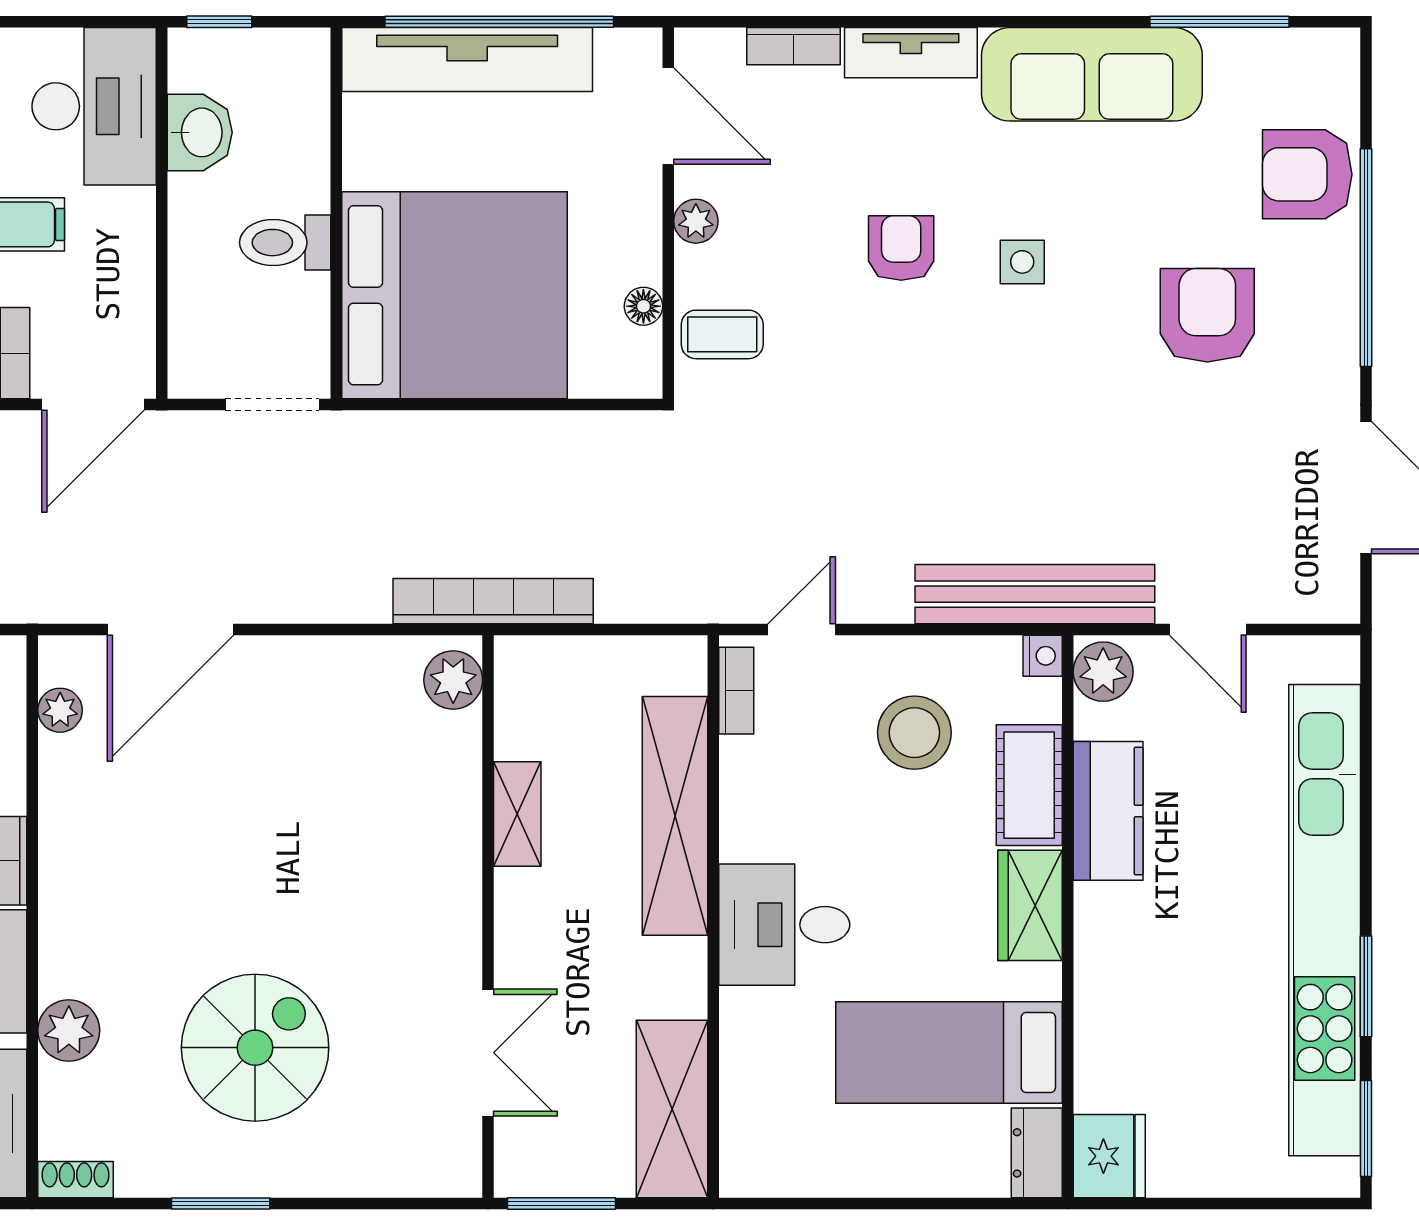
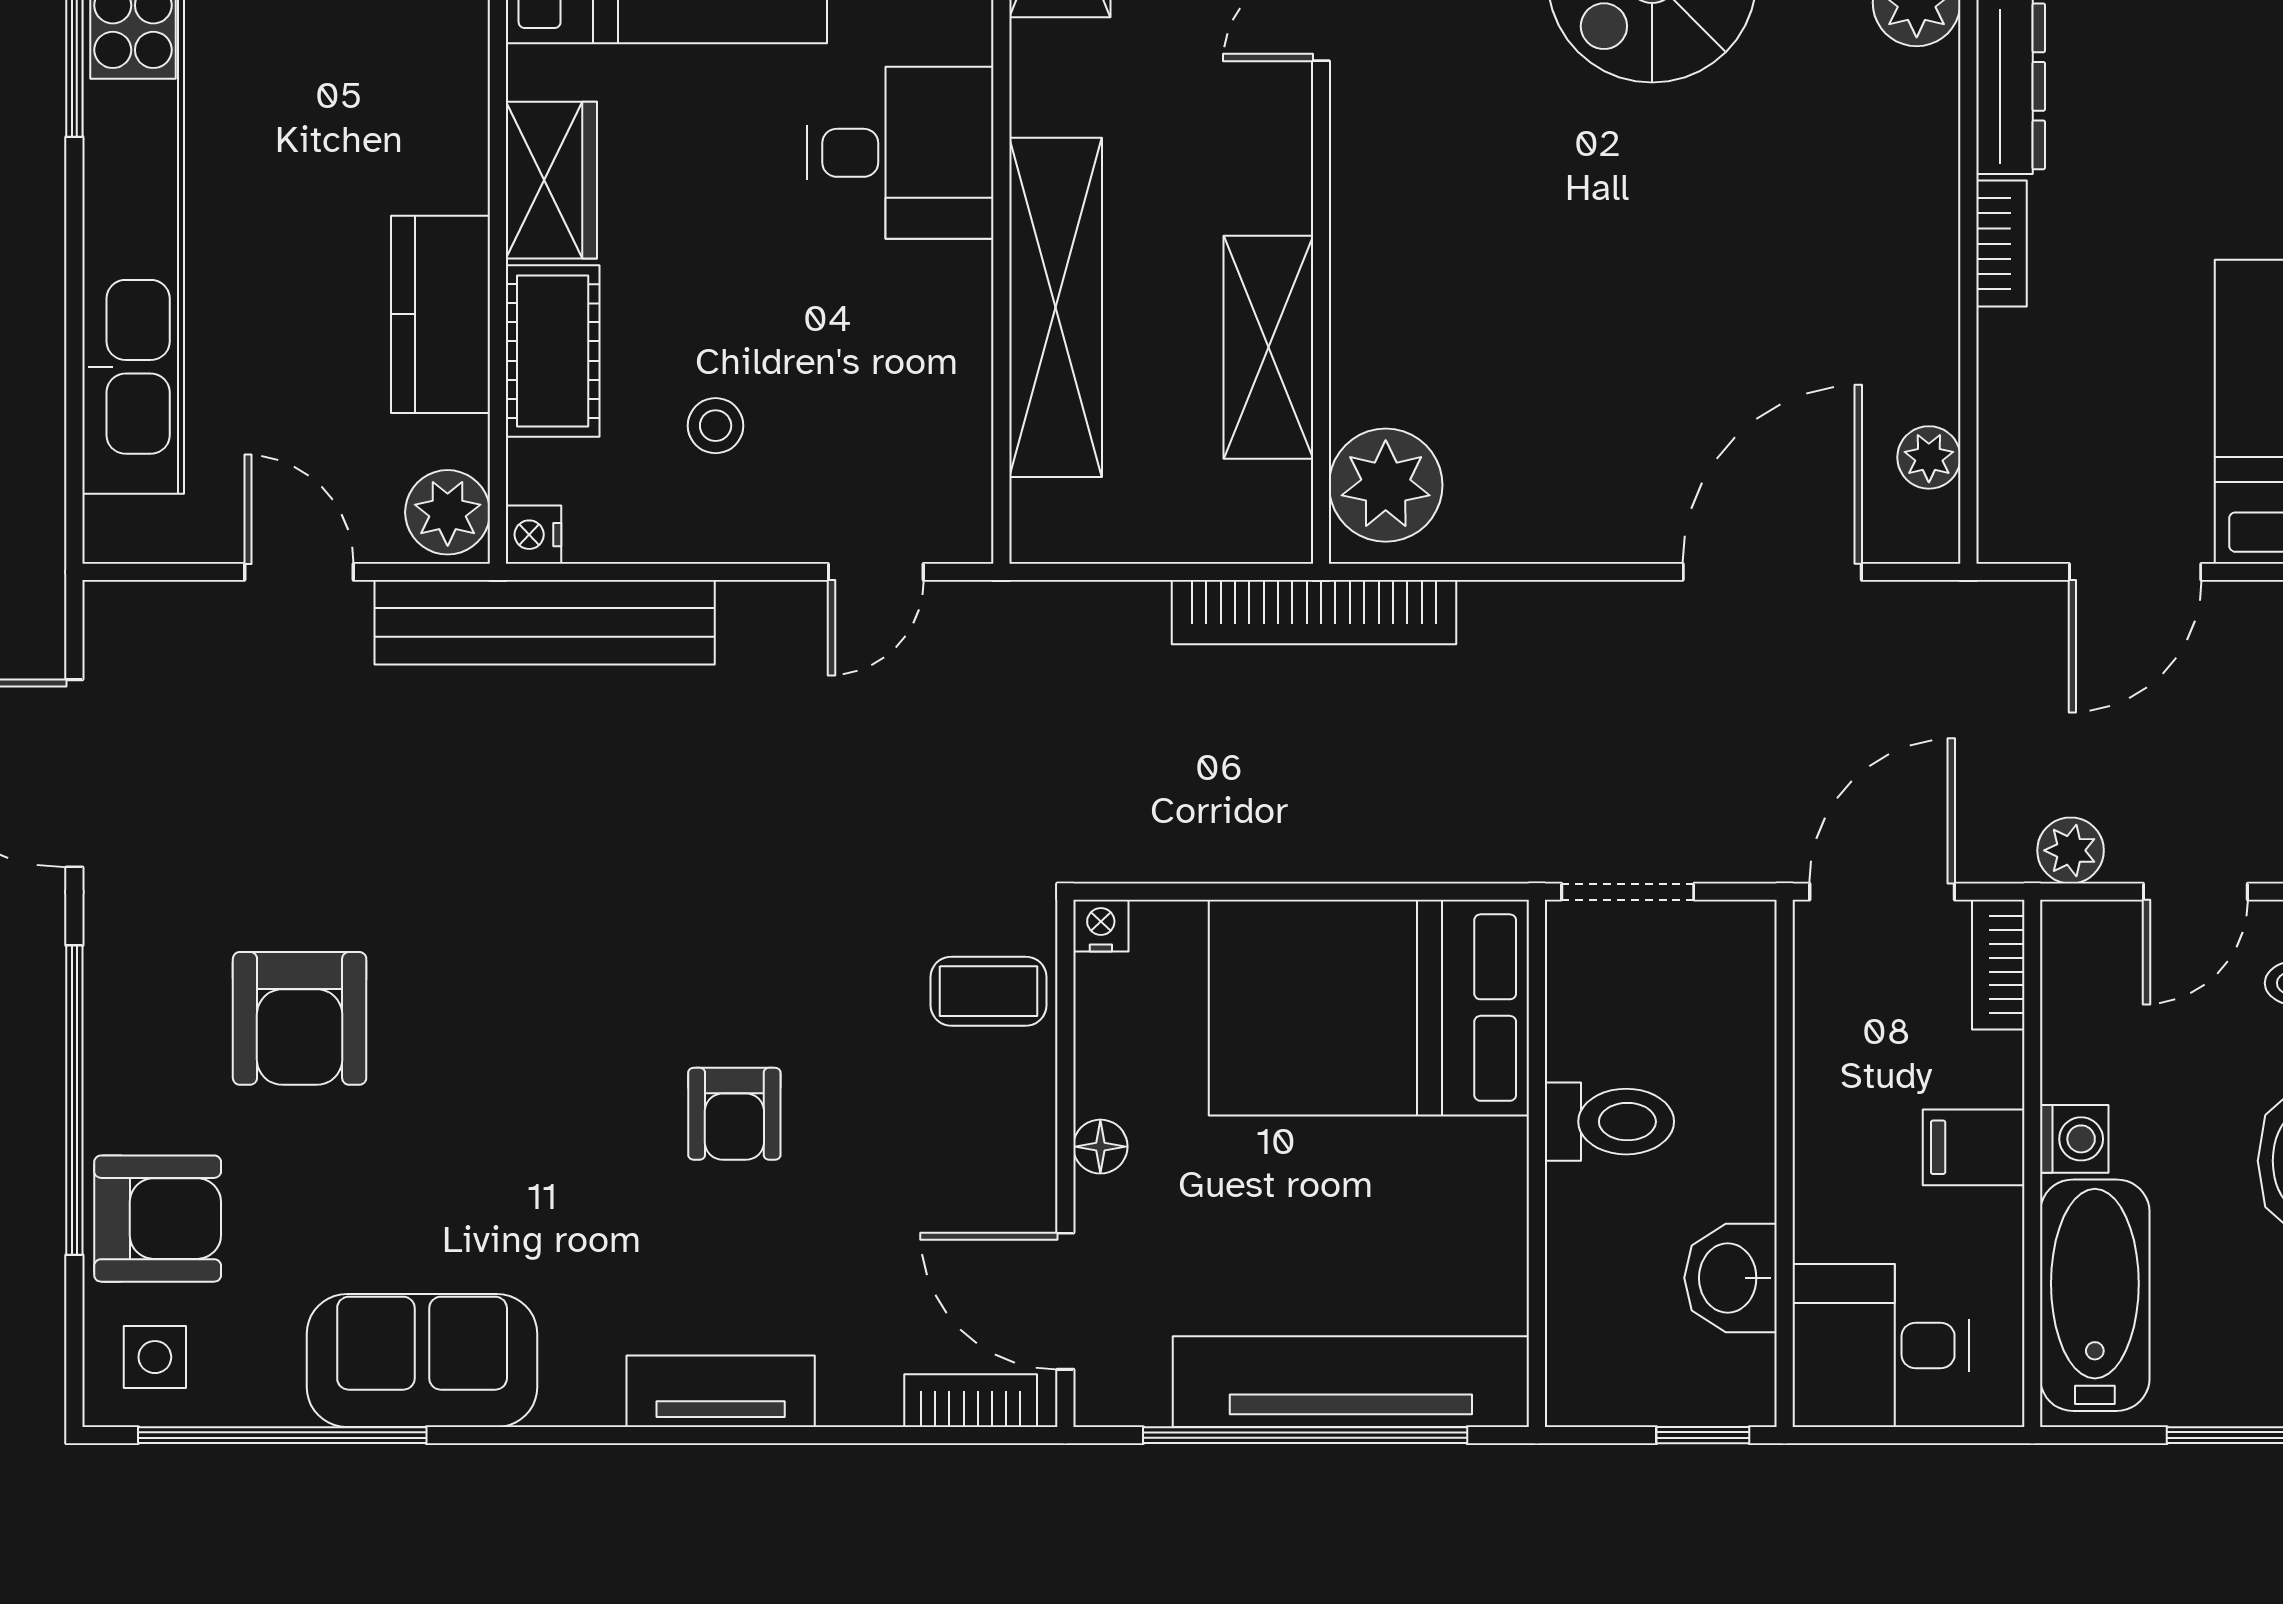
window: (1219, 22) -> (282, 1435), width x1.46
bookcase: (793, 46) -> (971, 1401), moved
sofa: (1092, 74) -> (422, 1361), width x0.73
desk: (94, 106) -> (1881, 1345), width x0.73
plant: (696, 221) -> (1026, 1152), removed
side table: (1022, 262) -> (155, 1357), moved
bed: (454, 295) -> (1369, 1008), width x0.73
floor lamp: (643, 306) -> (1100, 1147), moved
nightstand: (643, 380) -> (1101, 926), added
plant: (453, 680) -> (1386, 485), width x1.36, depth x1.36
bookcase: (736, 691) -> (969, 485), removed
stool: (914, 733) -> (716, 426), width x0.53, depth x0.53
shelving: (517, 814) -> (1268, 347), width x1.50, depth x1.33

